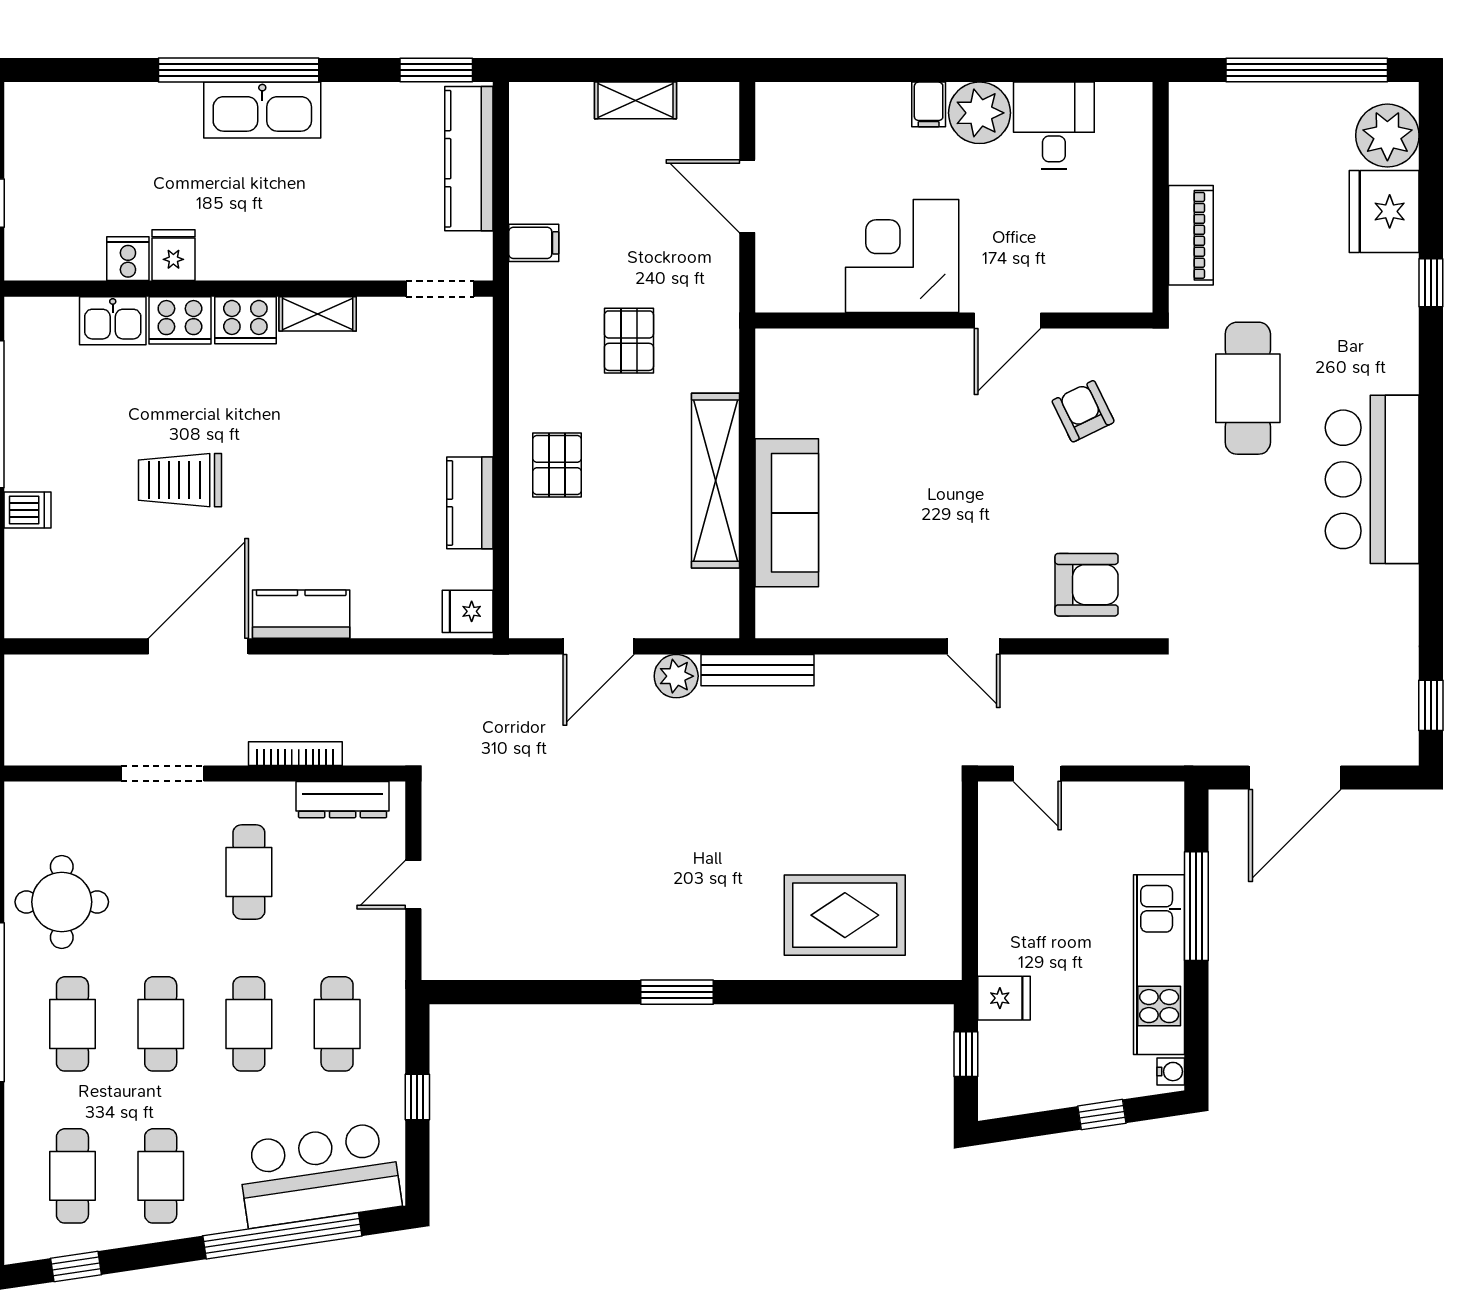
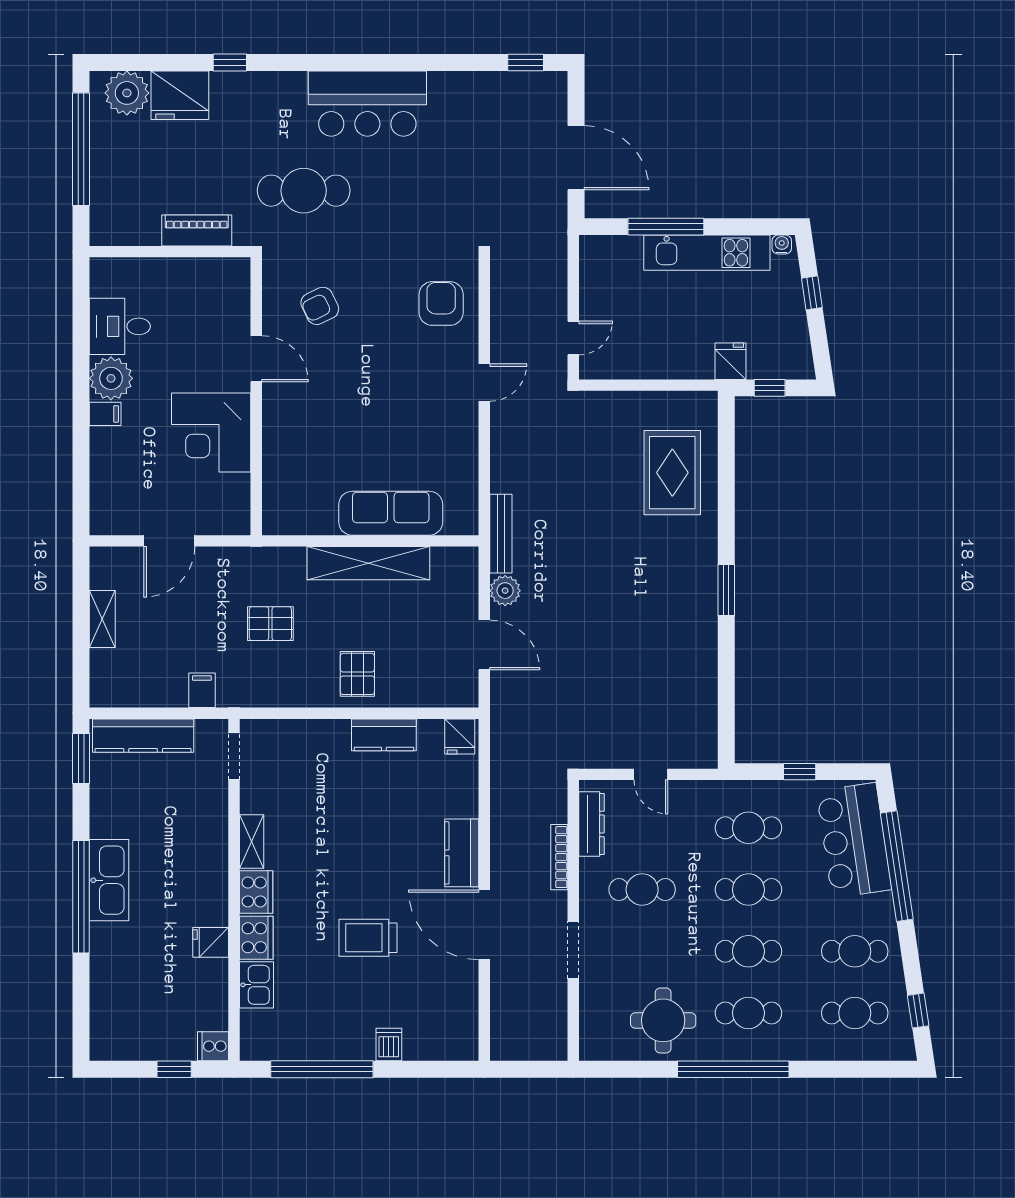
cooker: (128, 259) -> (213, 1046), moved
pallet: (557, 465) -> (357, 674), turned 90
trolley: (180, 480) -> (368, 938), turned 90

